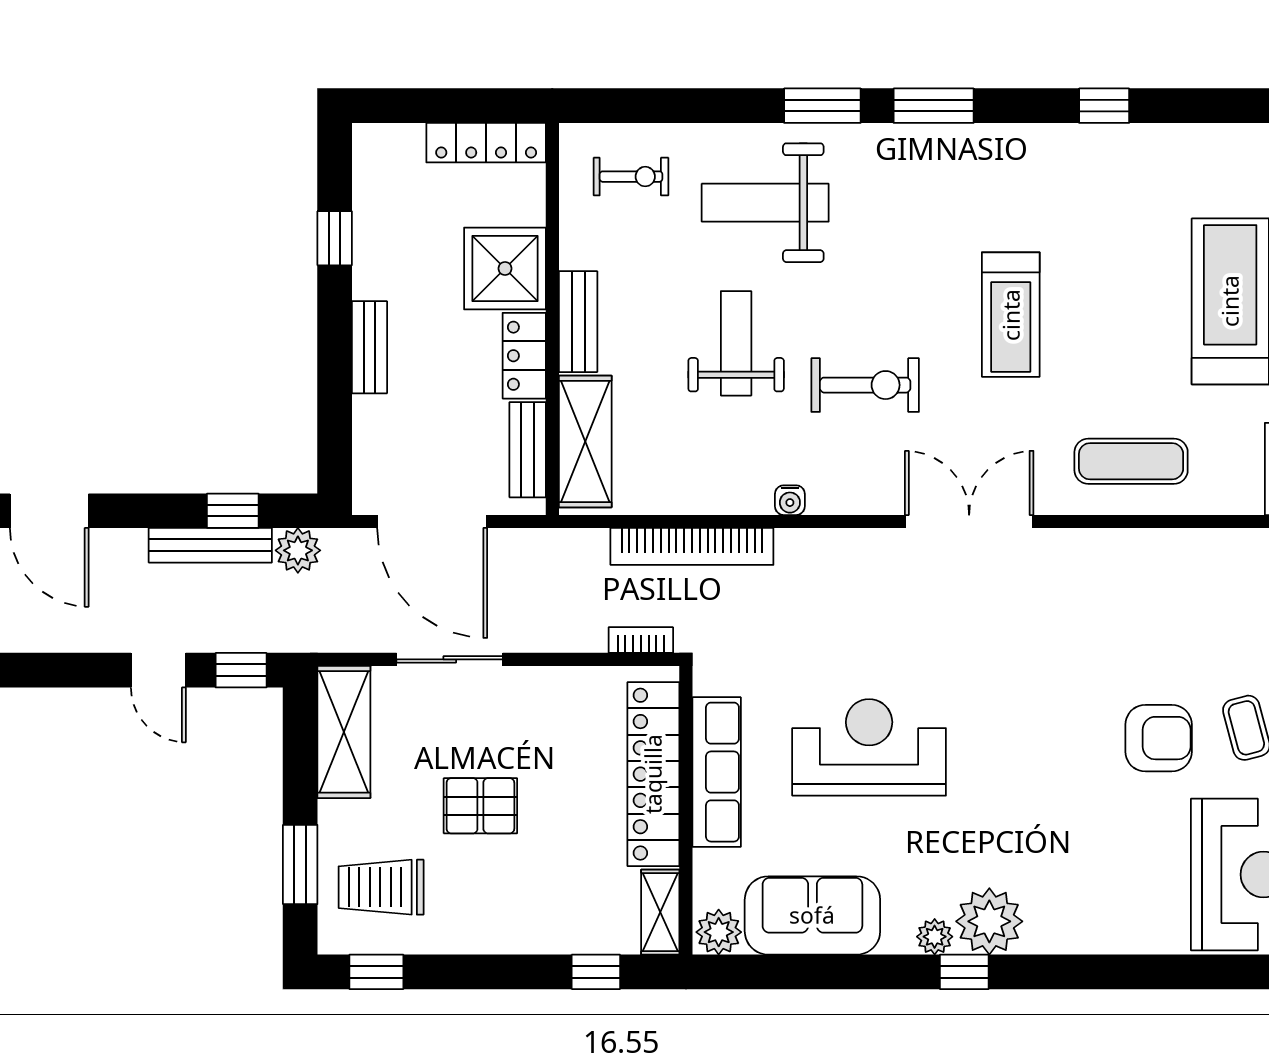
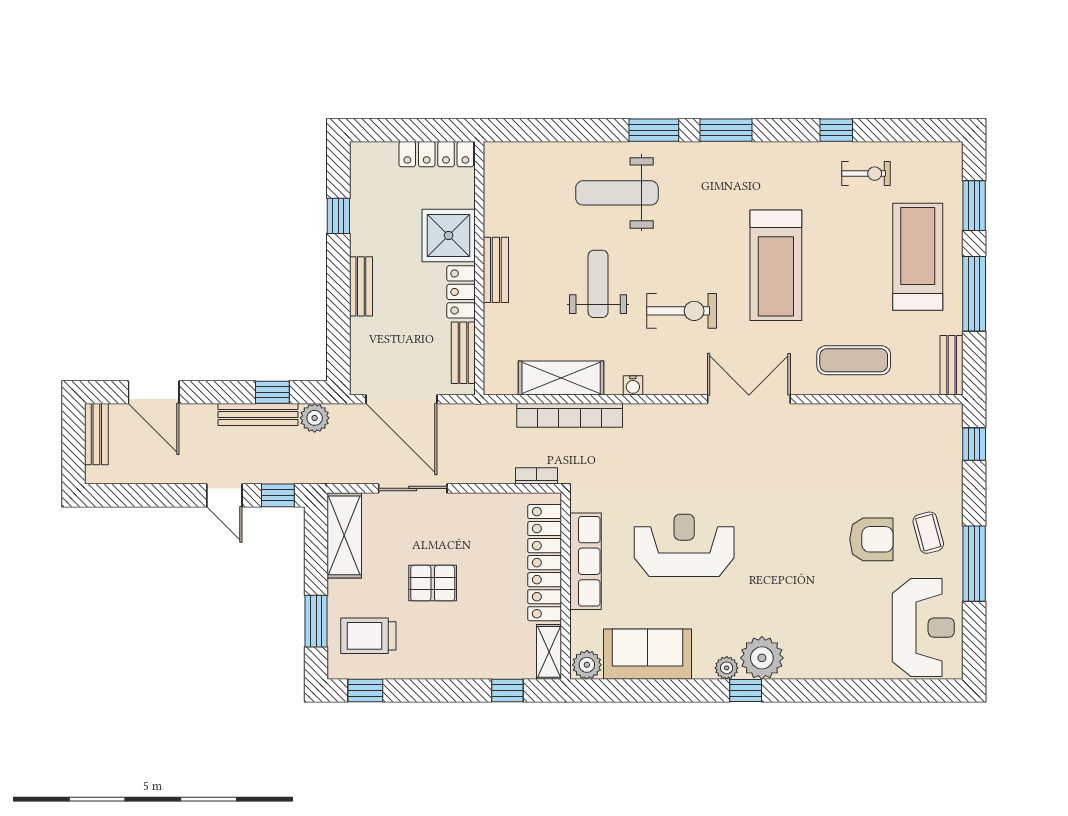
exercise bike: (631, 177) -> (866, 174), moved
treadmill: (1011, 315) -> (776, 265), width x1.37, depth x1.37
shelving: (585, 441) -> (561, 378), moved, turned 90

